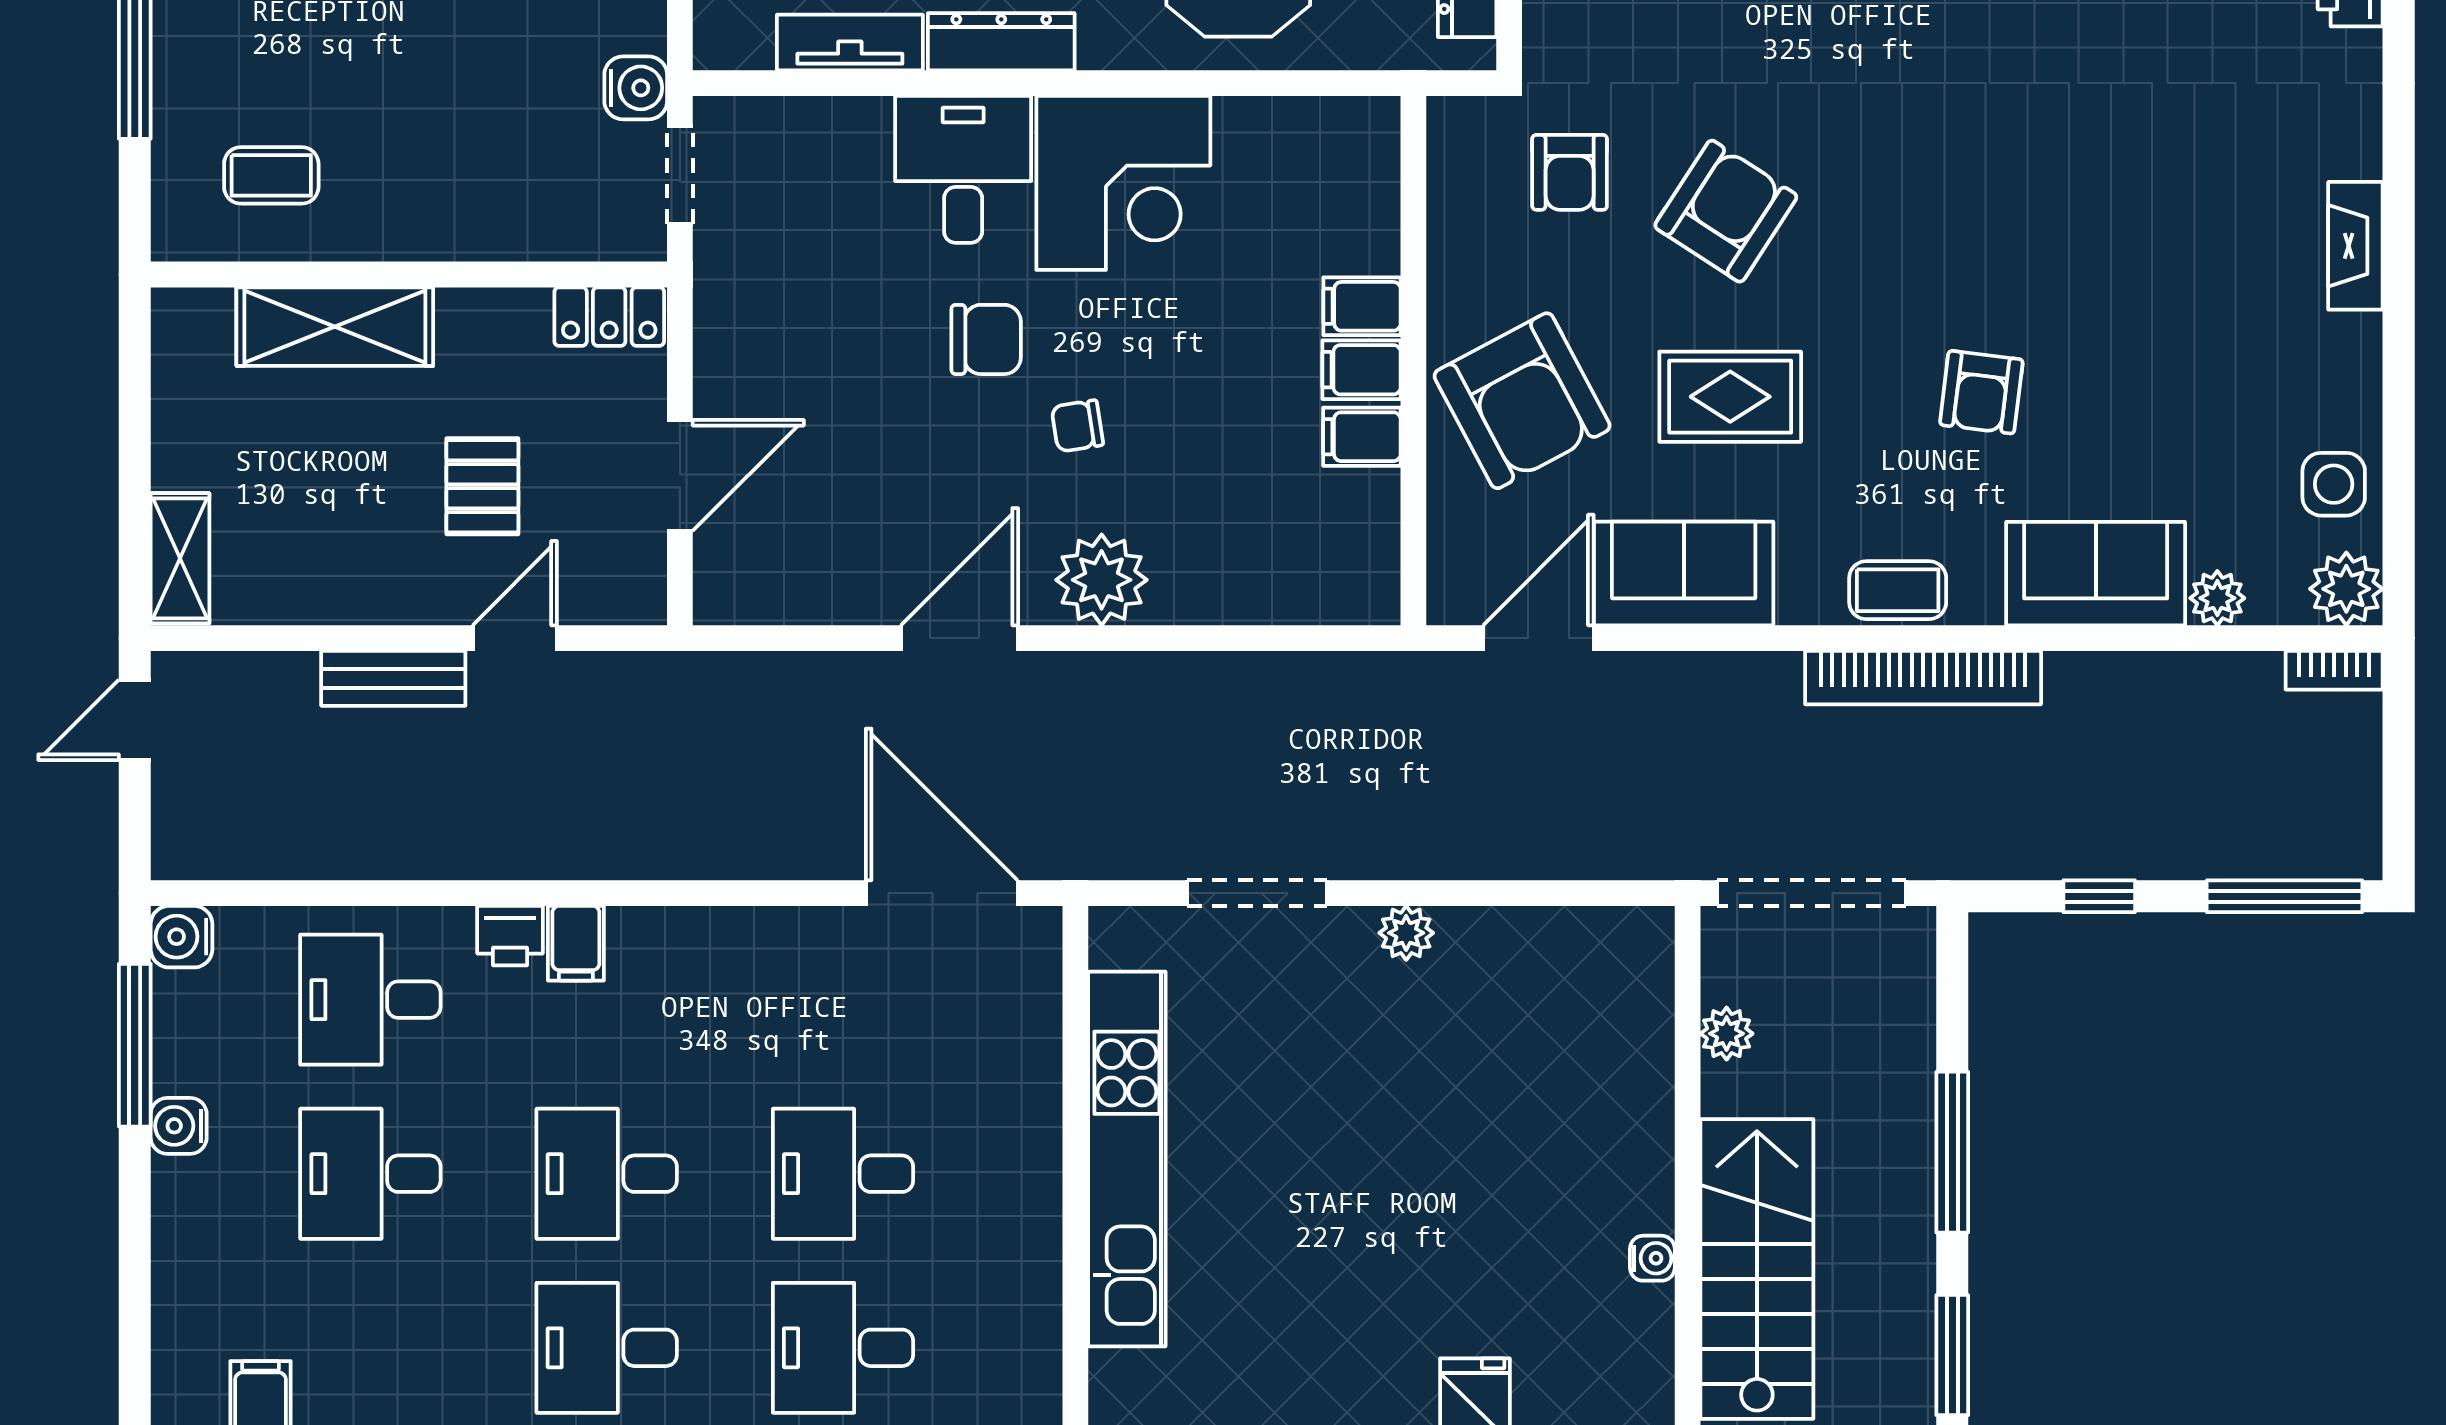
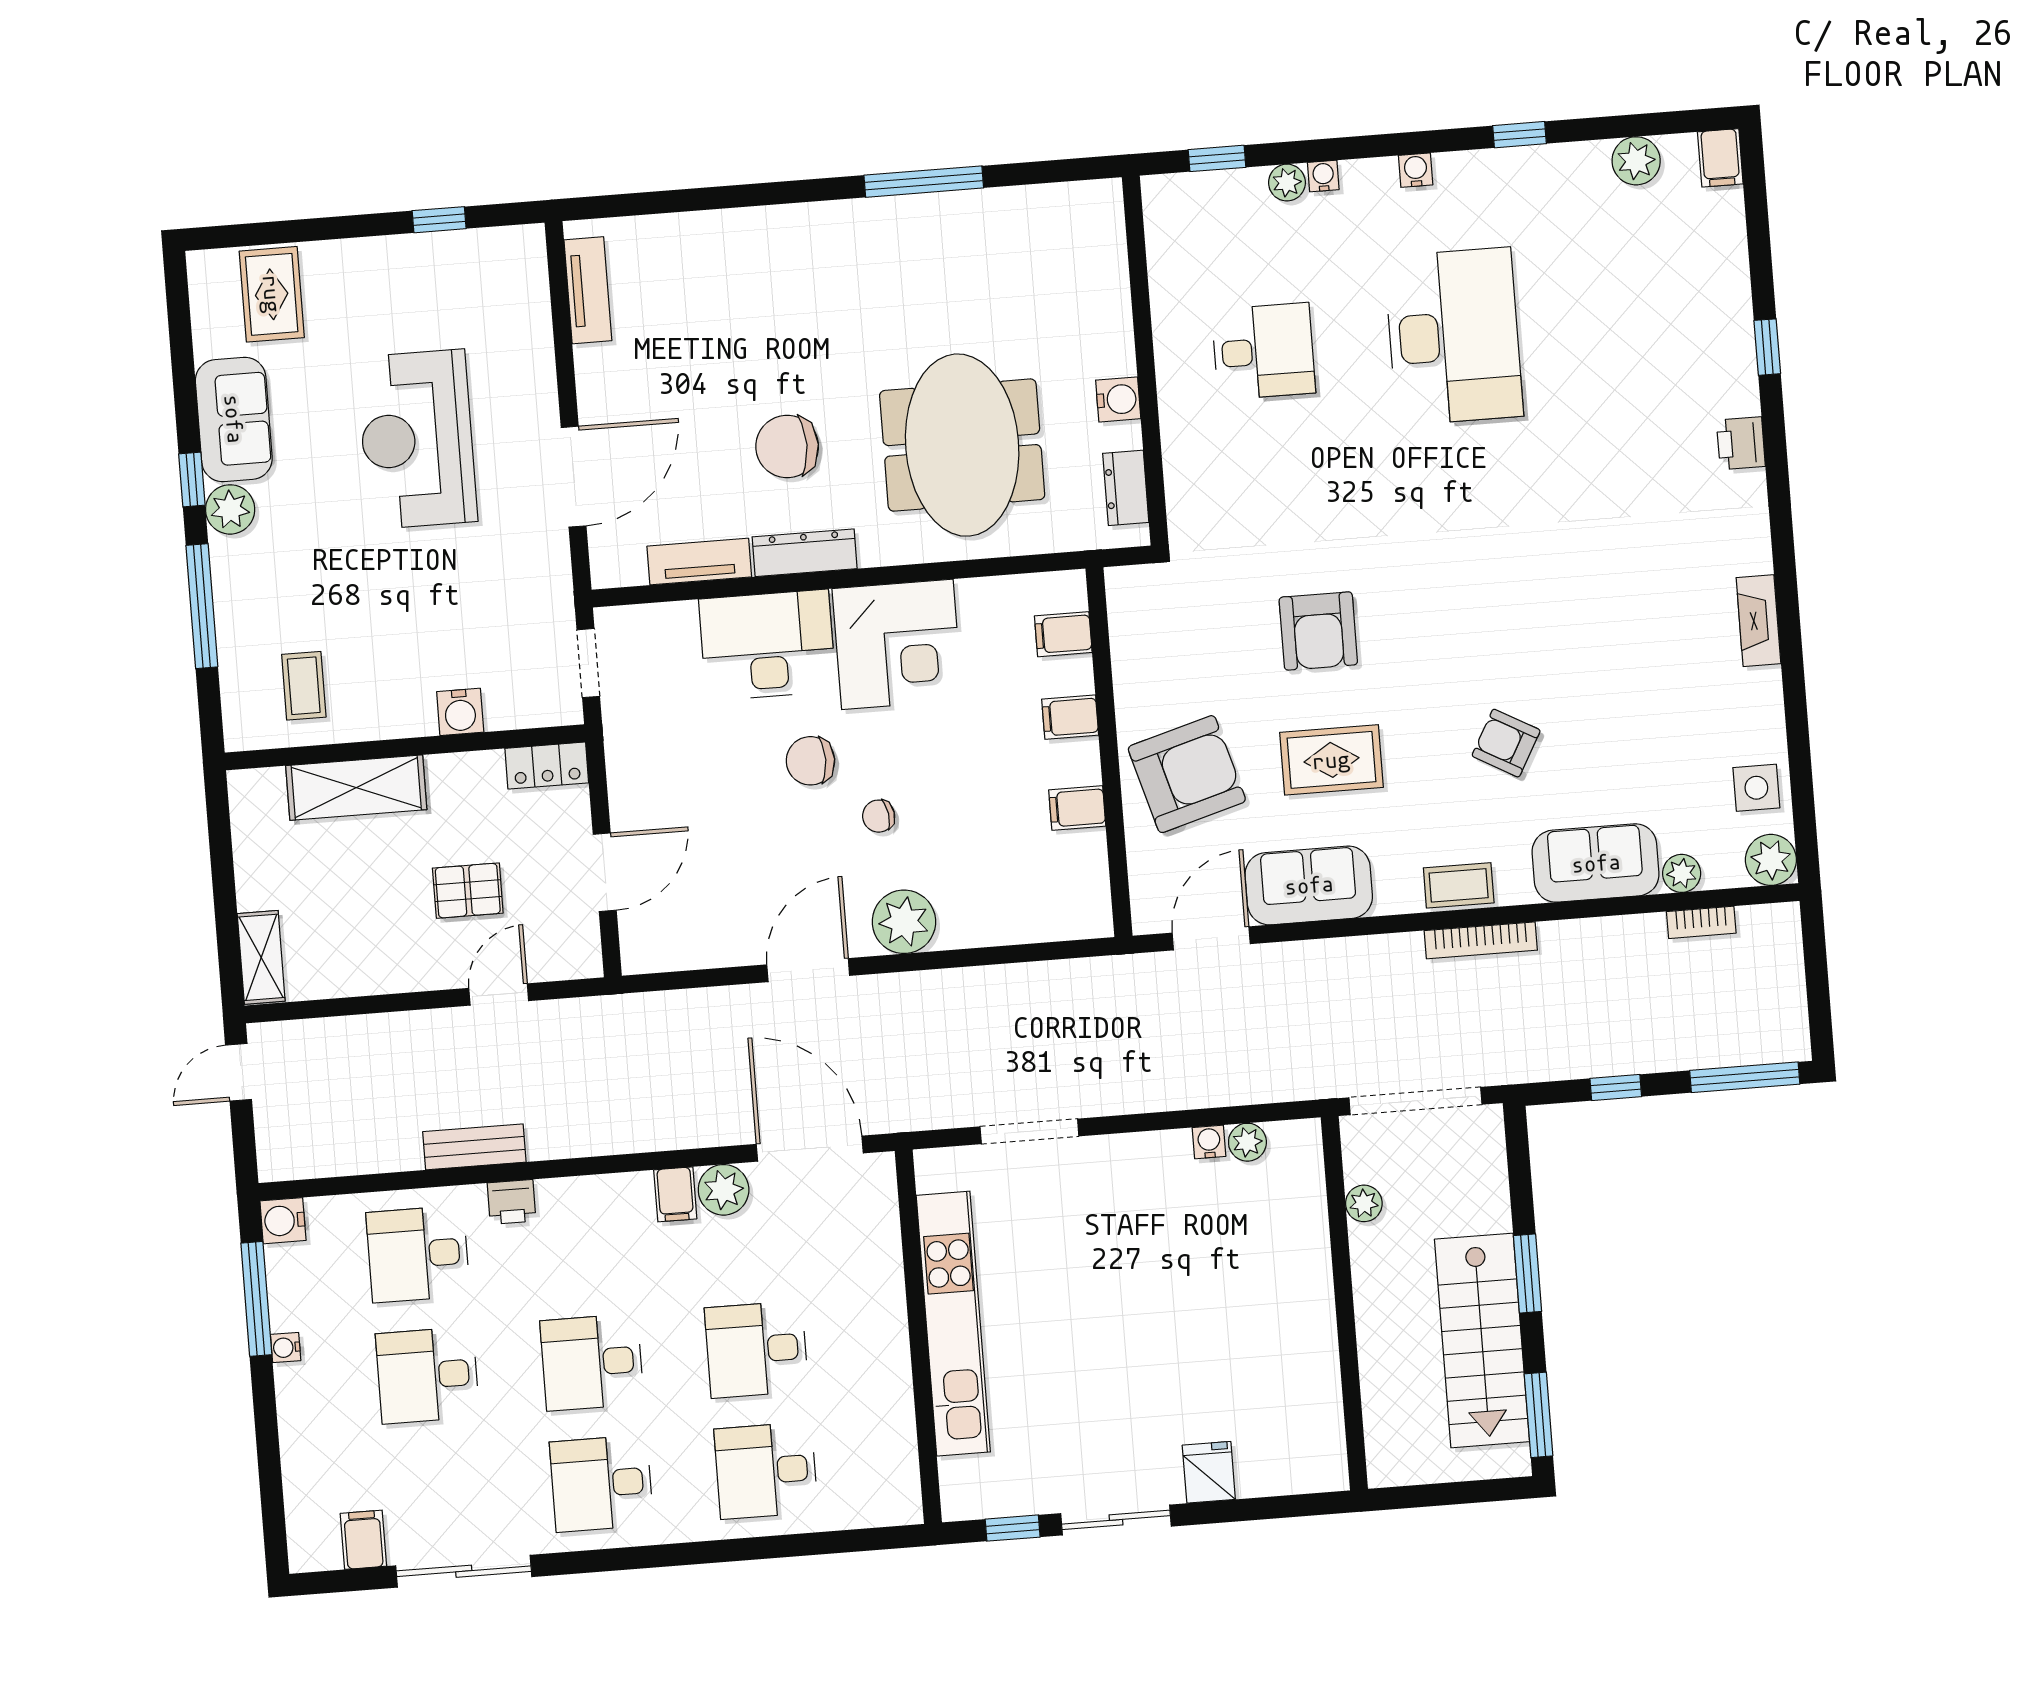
water cooler: (636, 88) -> (460, 712), moved, turned 90
desk: (963, 169) -> (767, 645), width x1.37
armchair: (1570, 172) -> (1207, 613), removed
coffee table: (271, 175) -> (304, 686), turned 90
armchair: (1726, 211) -> (1318, 631), turned 147
chair: (986, 339) -> (810, 761), turned 180
filing cabinet: (1361, 370) -> (1063, 634), moved
armchair: (1981, 392) -> (1506, 743), turned 112
armchair: (1522, 401) -> (1187, 774), turned -78
pallet: (482, 486) -> (468, 891), turned 90
bookcase: (2334, 670) -> (1701, 922), moved
bench: (393, 678) -> (474, 1147), moved
bookcase: (1923, 678) -> (1481, 940), width x0.68, depth x0.76
plant: (1406, 933) -> (1247, 1142), moved
plant: (814, 942) -> (724, 1190), added
filing cabinet: (576, 943) -> (675, 1194), moved
water cooler: (179, 1126) -> (286, 1348), width x0.72, depth x0.72
window: (1952, 1152) -> (1527, 1274), width x0.69
water cooler: (1652, 1258) -> (1209, 1142), moved, turned -90
stairs: (1757, 1269) -> (1482, 1340), moved, turned 180

